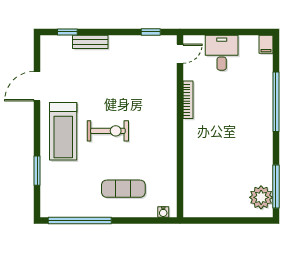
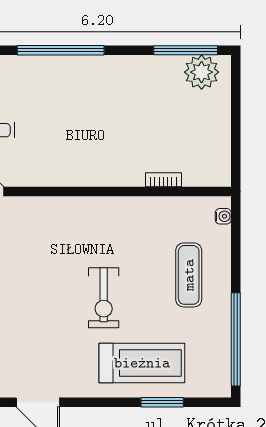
bookcase: (188, 100) -> (163, 180), moved, width x0.64
treadmill: (63, 131) -> (142, 363), moved
exercise bike: (108, 131) -> (104, 298), turned 180

